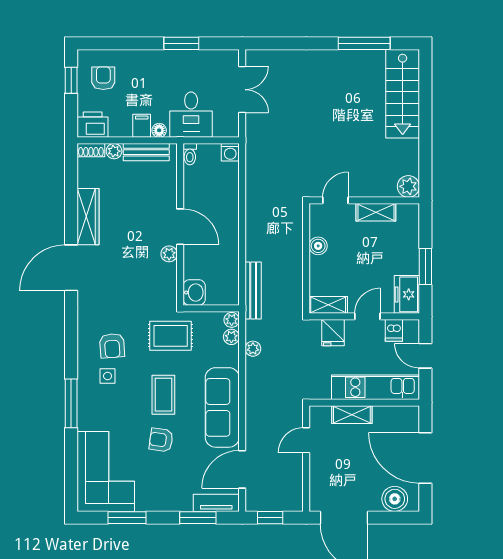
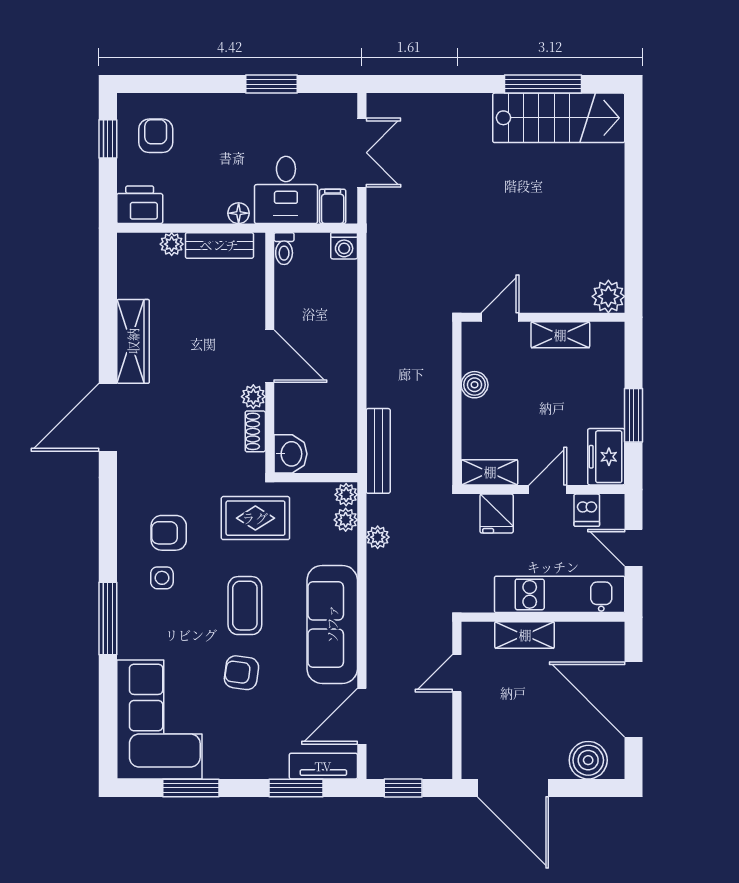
stairs: (403, 94) -> (559, 118), moved, turned -90
filing cabinet: (142, 126) -> (333, 206), moved
shoe rack: (91, 150) -> (255, 431), moved, turned 90
armchair: (112, 346) -> (169, 533), turned 94

